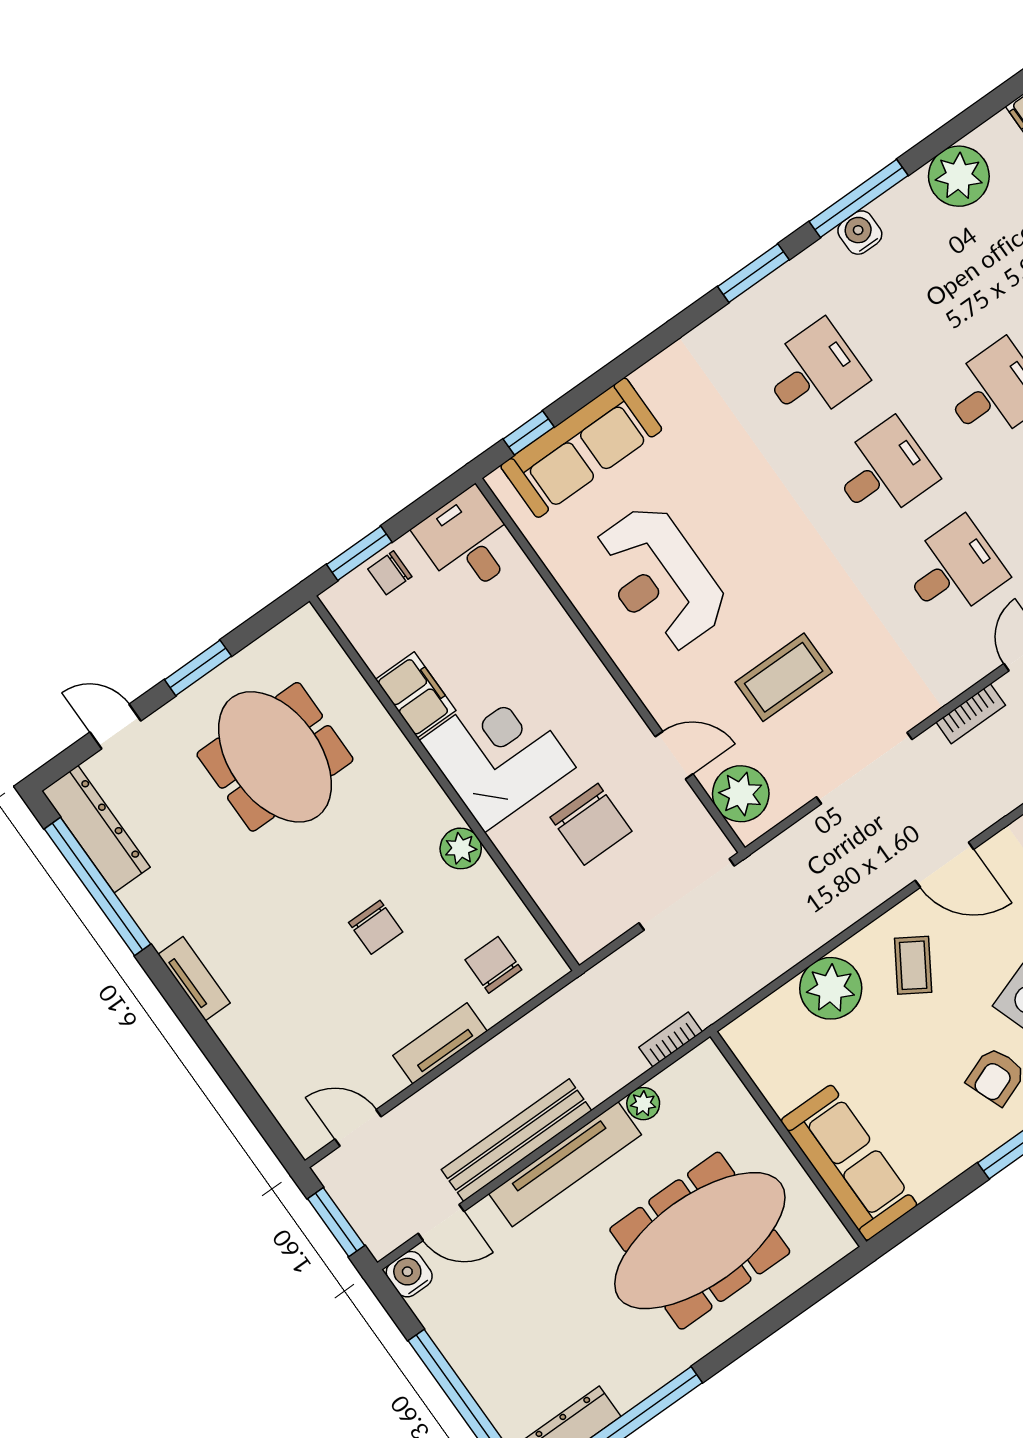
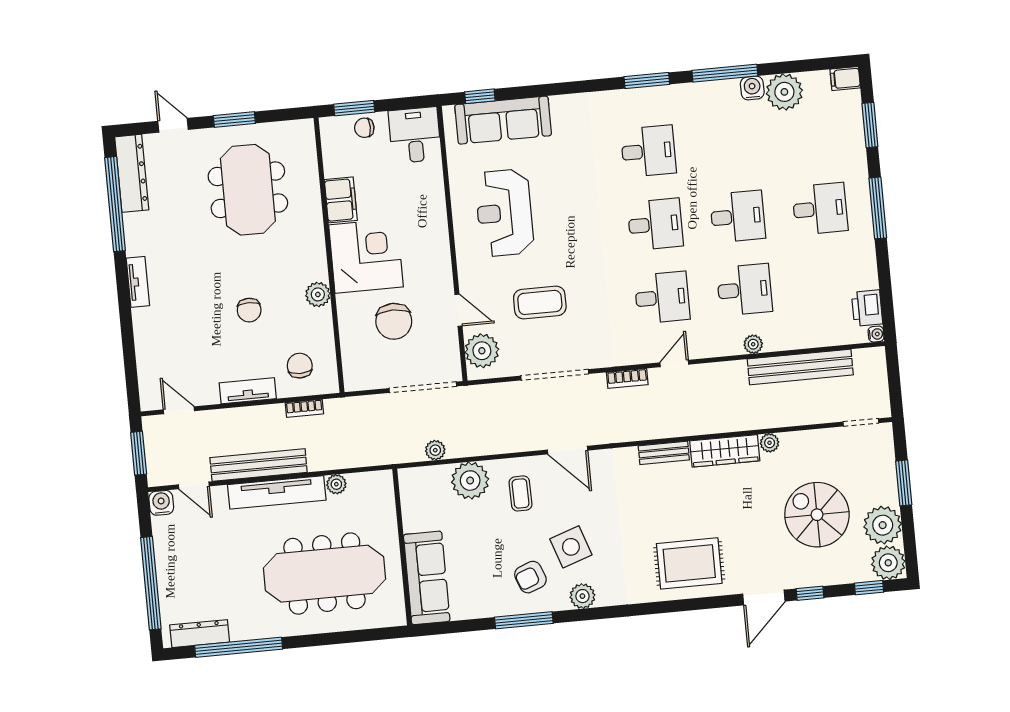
water cooler: (860, 233) -> (752, 88), moved
coffee table: (913, 965) -> (521, 493), turned -33
plant: (756, 974) -> (435, 450), added
bookcase: (671, 1040) -> (304, 408), moved, turned 180

